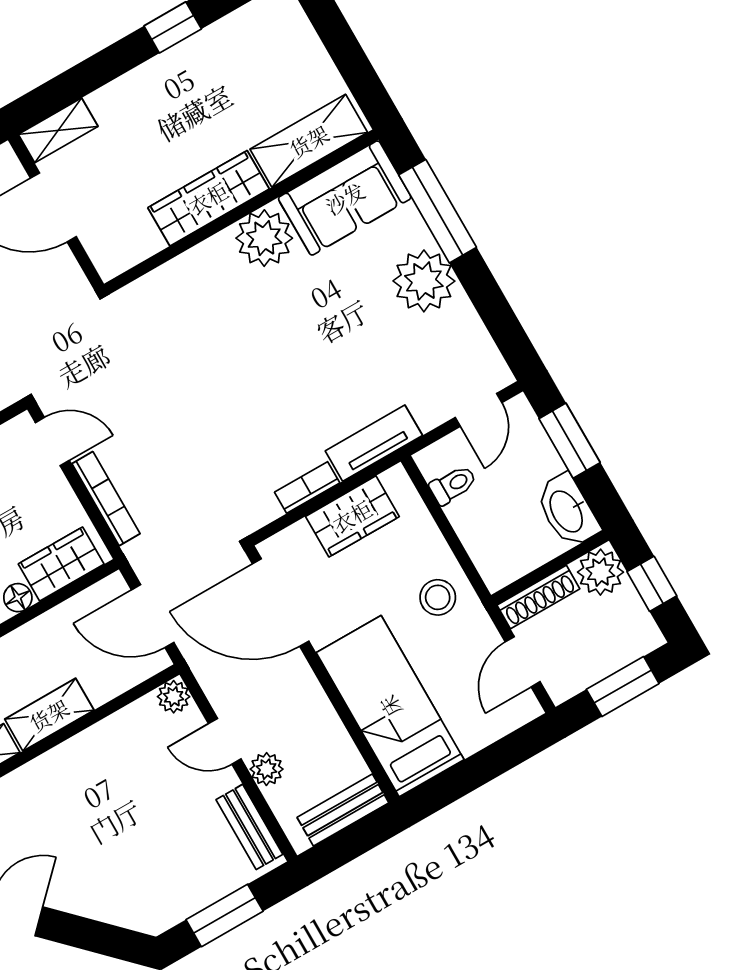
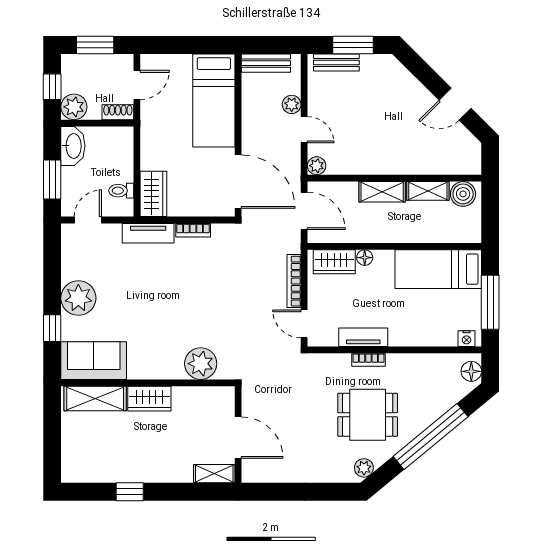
wardrobe: (208, 198) -> (149, 399), width x0.67
window: (438, 211) -> (52, 328), width x0.46
plant: (264, 238) -> (201, 364), moved
wardrobe: (352, 516) -> (153, 194), moved, turned 90
stool: (438, 597) -> (160, 140), removed
shoe rack: (538, 597) -> (118, 112), width x0.70
bench: (249, 827) -> (336, 62), moved, turned 90

